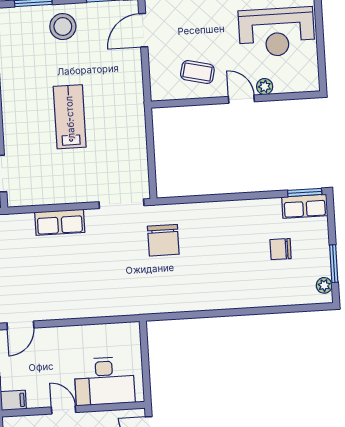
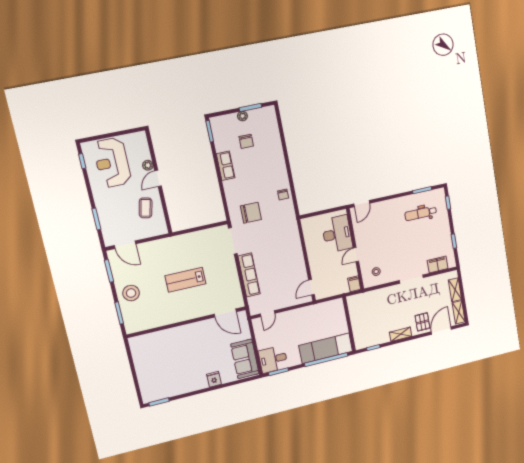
reception desk: (277, 32) -> (112, 163), turned 180
row of seats: (305, 206) -> (226, 166), moved
row of seats: (60, 222) -> (249, 275), width x1.48
plant: (324, 285) -> (242, 116), moved
chair: (185, 298) -> (283, 195), added
door: (20, 325) -> (312, 287), swing flipped

